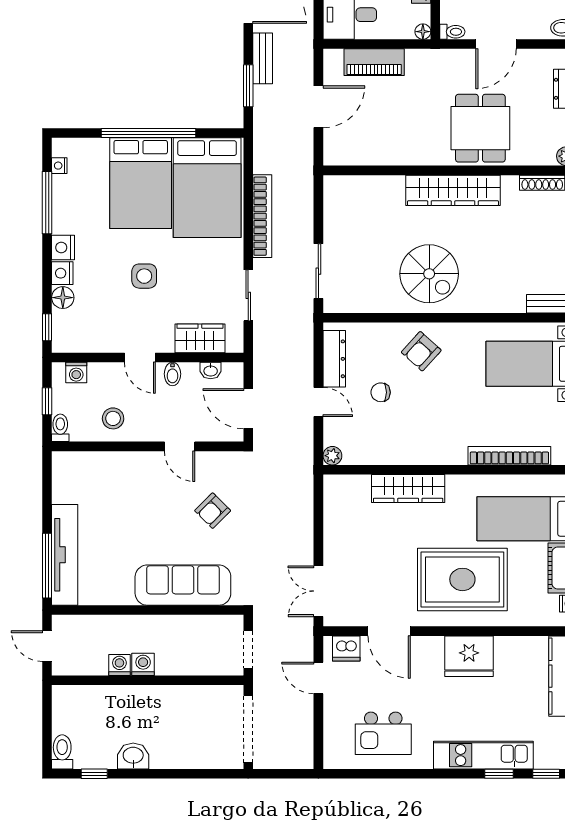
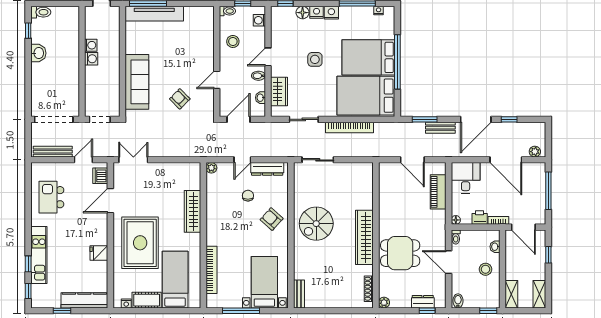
fridge: (469, 656) -> (99, 253), width x0.53, depth x0.75
bench: (304, 731) -> (53, 152), added

